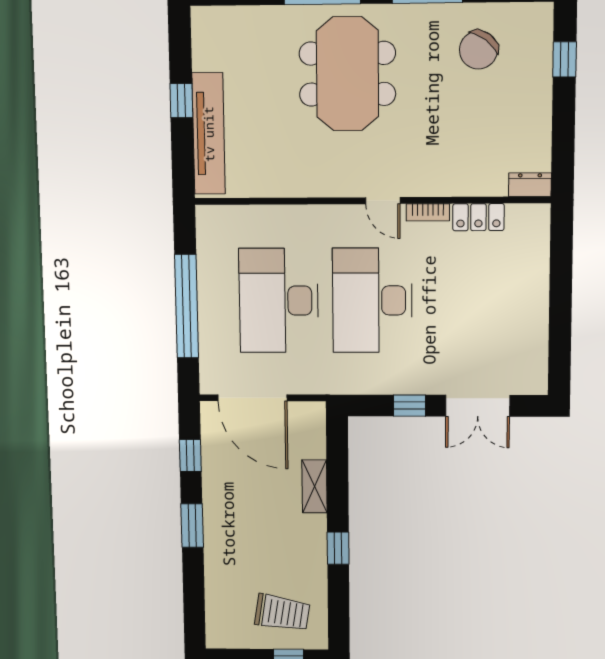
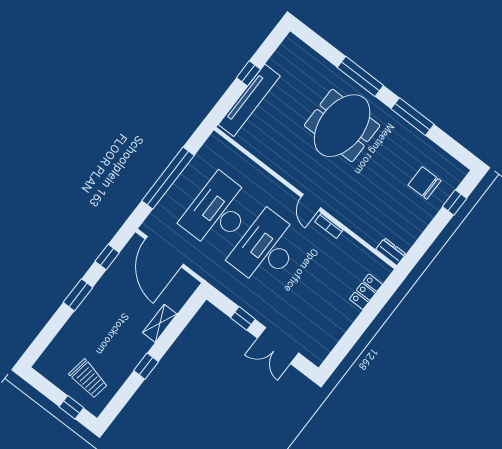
chair: (479, 50) -> (424, 183), moved, turned 53
locker: (478, 217) -> (366, 292), moved, turned 90

